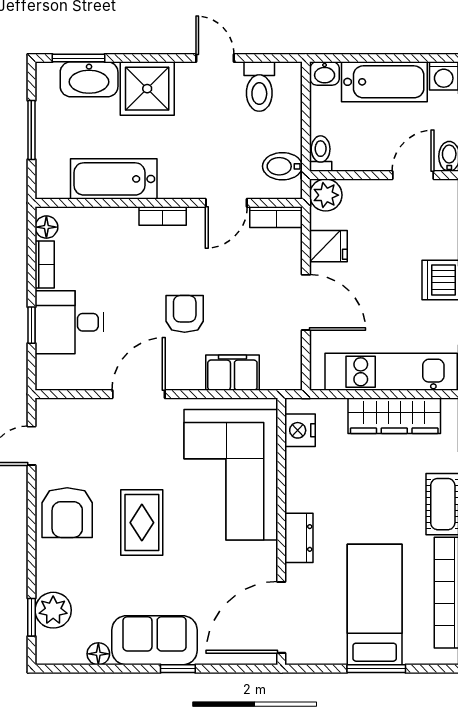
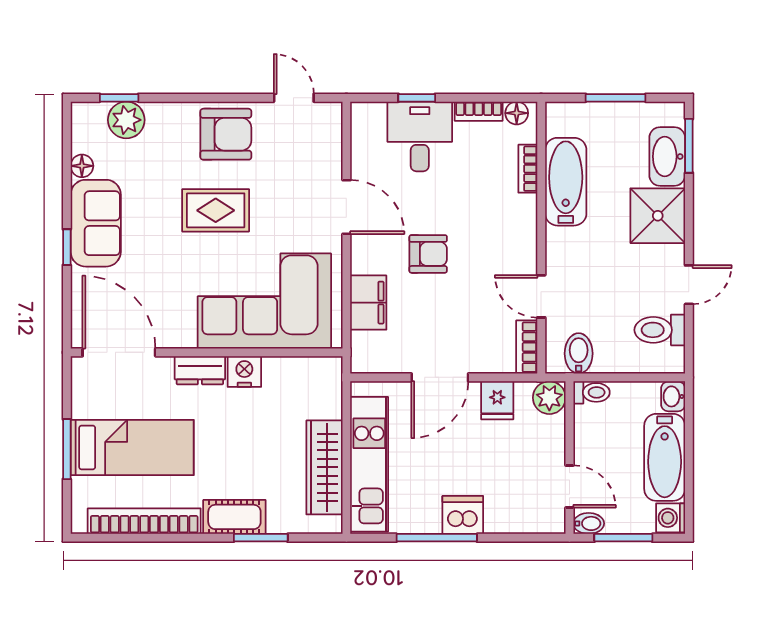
bookcase: (163, 216) -> (528, 169), moved
nightstand: (300, 430) -> (244, 372), moved
armchair: (67, 513) -> (226, 134), turned 180

